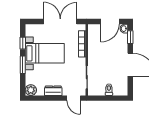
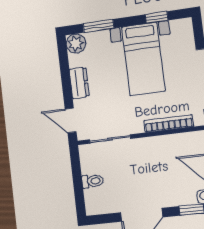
window: (23, 65) -> (98, 26), moved
door: (74, 98) -> (71, 120), hinge flipped

